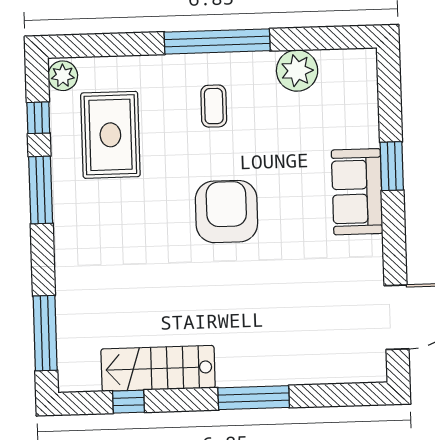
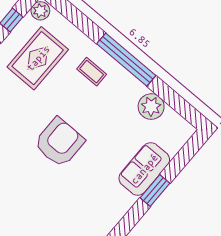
coffee table: (214, 106) -> (92, 72), moved, turned 90
sofa: (357, 192) -> (144, 169), moved

